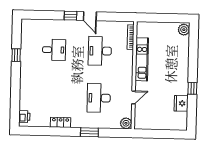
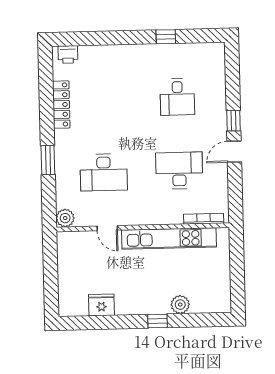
plant: (184, 30) -> (180, 305), moved
kitchen unit: (142, 59) -> (169, 238), width x1.36
window: (192, 88) -> (157, 321), moved
desk: (99, 98) -> (104, 172), turned 180
locker: (61, 122) -> (61, 105), width x1.53

